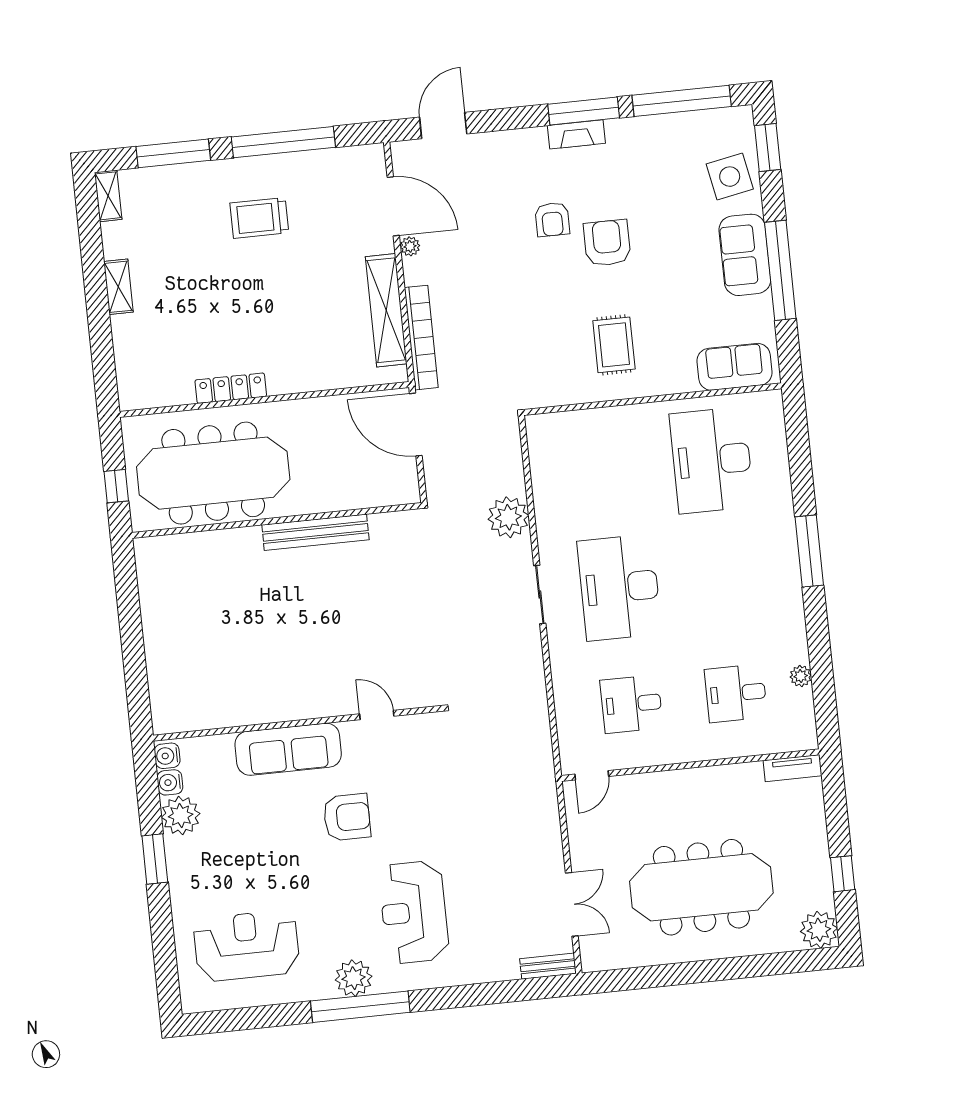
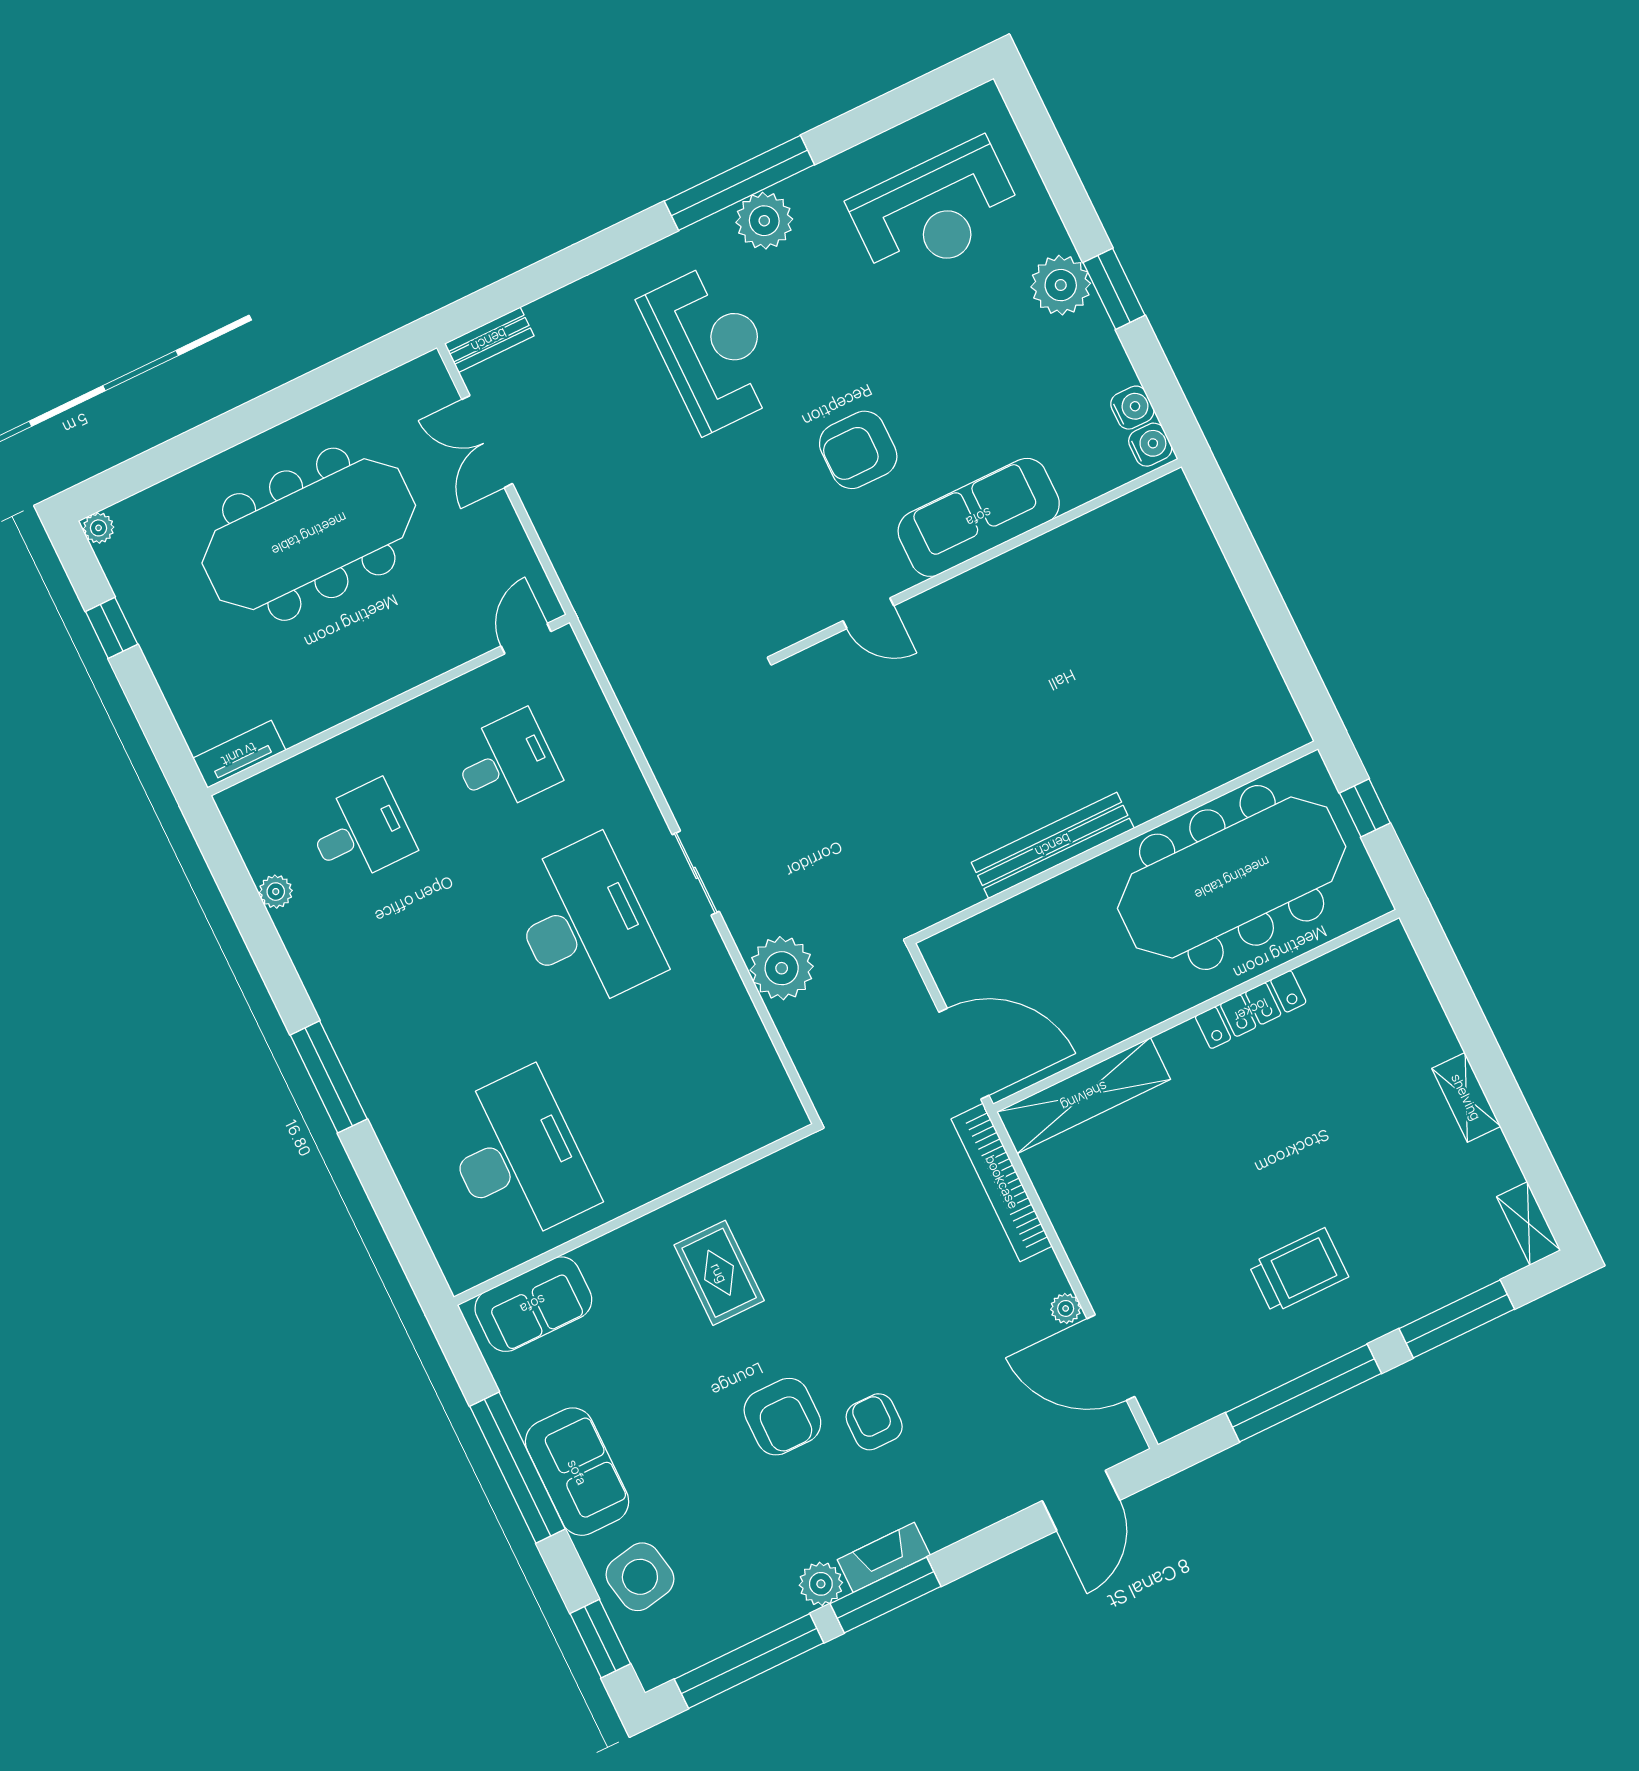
plant: (621, 132) -> (821, 1584), added
shelving: (386, 310) -> (1084, 1096), moved, turned 90
plant: (181, 815) -> (1061, 285), moved
plant: (819, 930) -> (99, 528), width x0.53, depth x0.53

